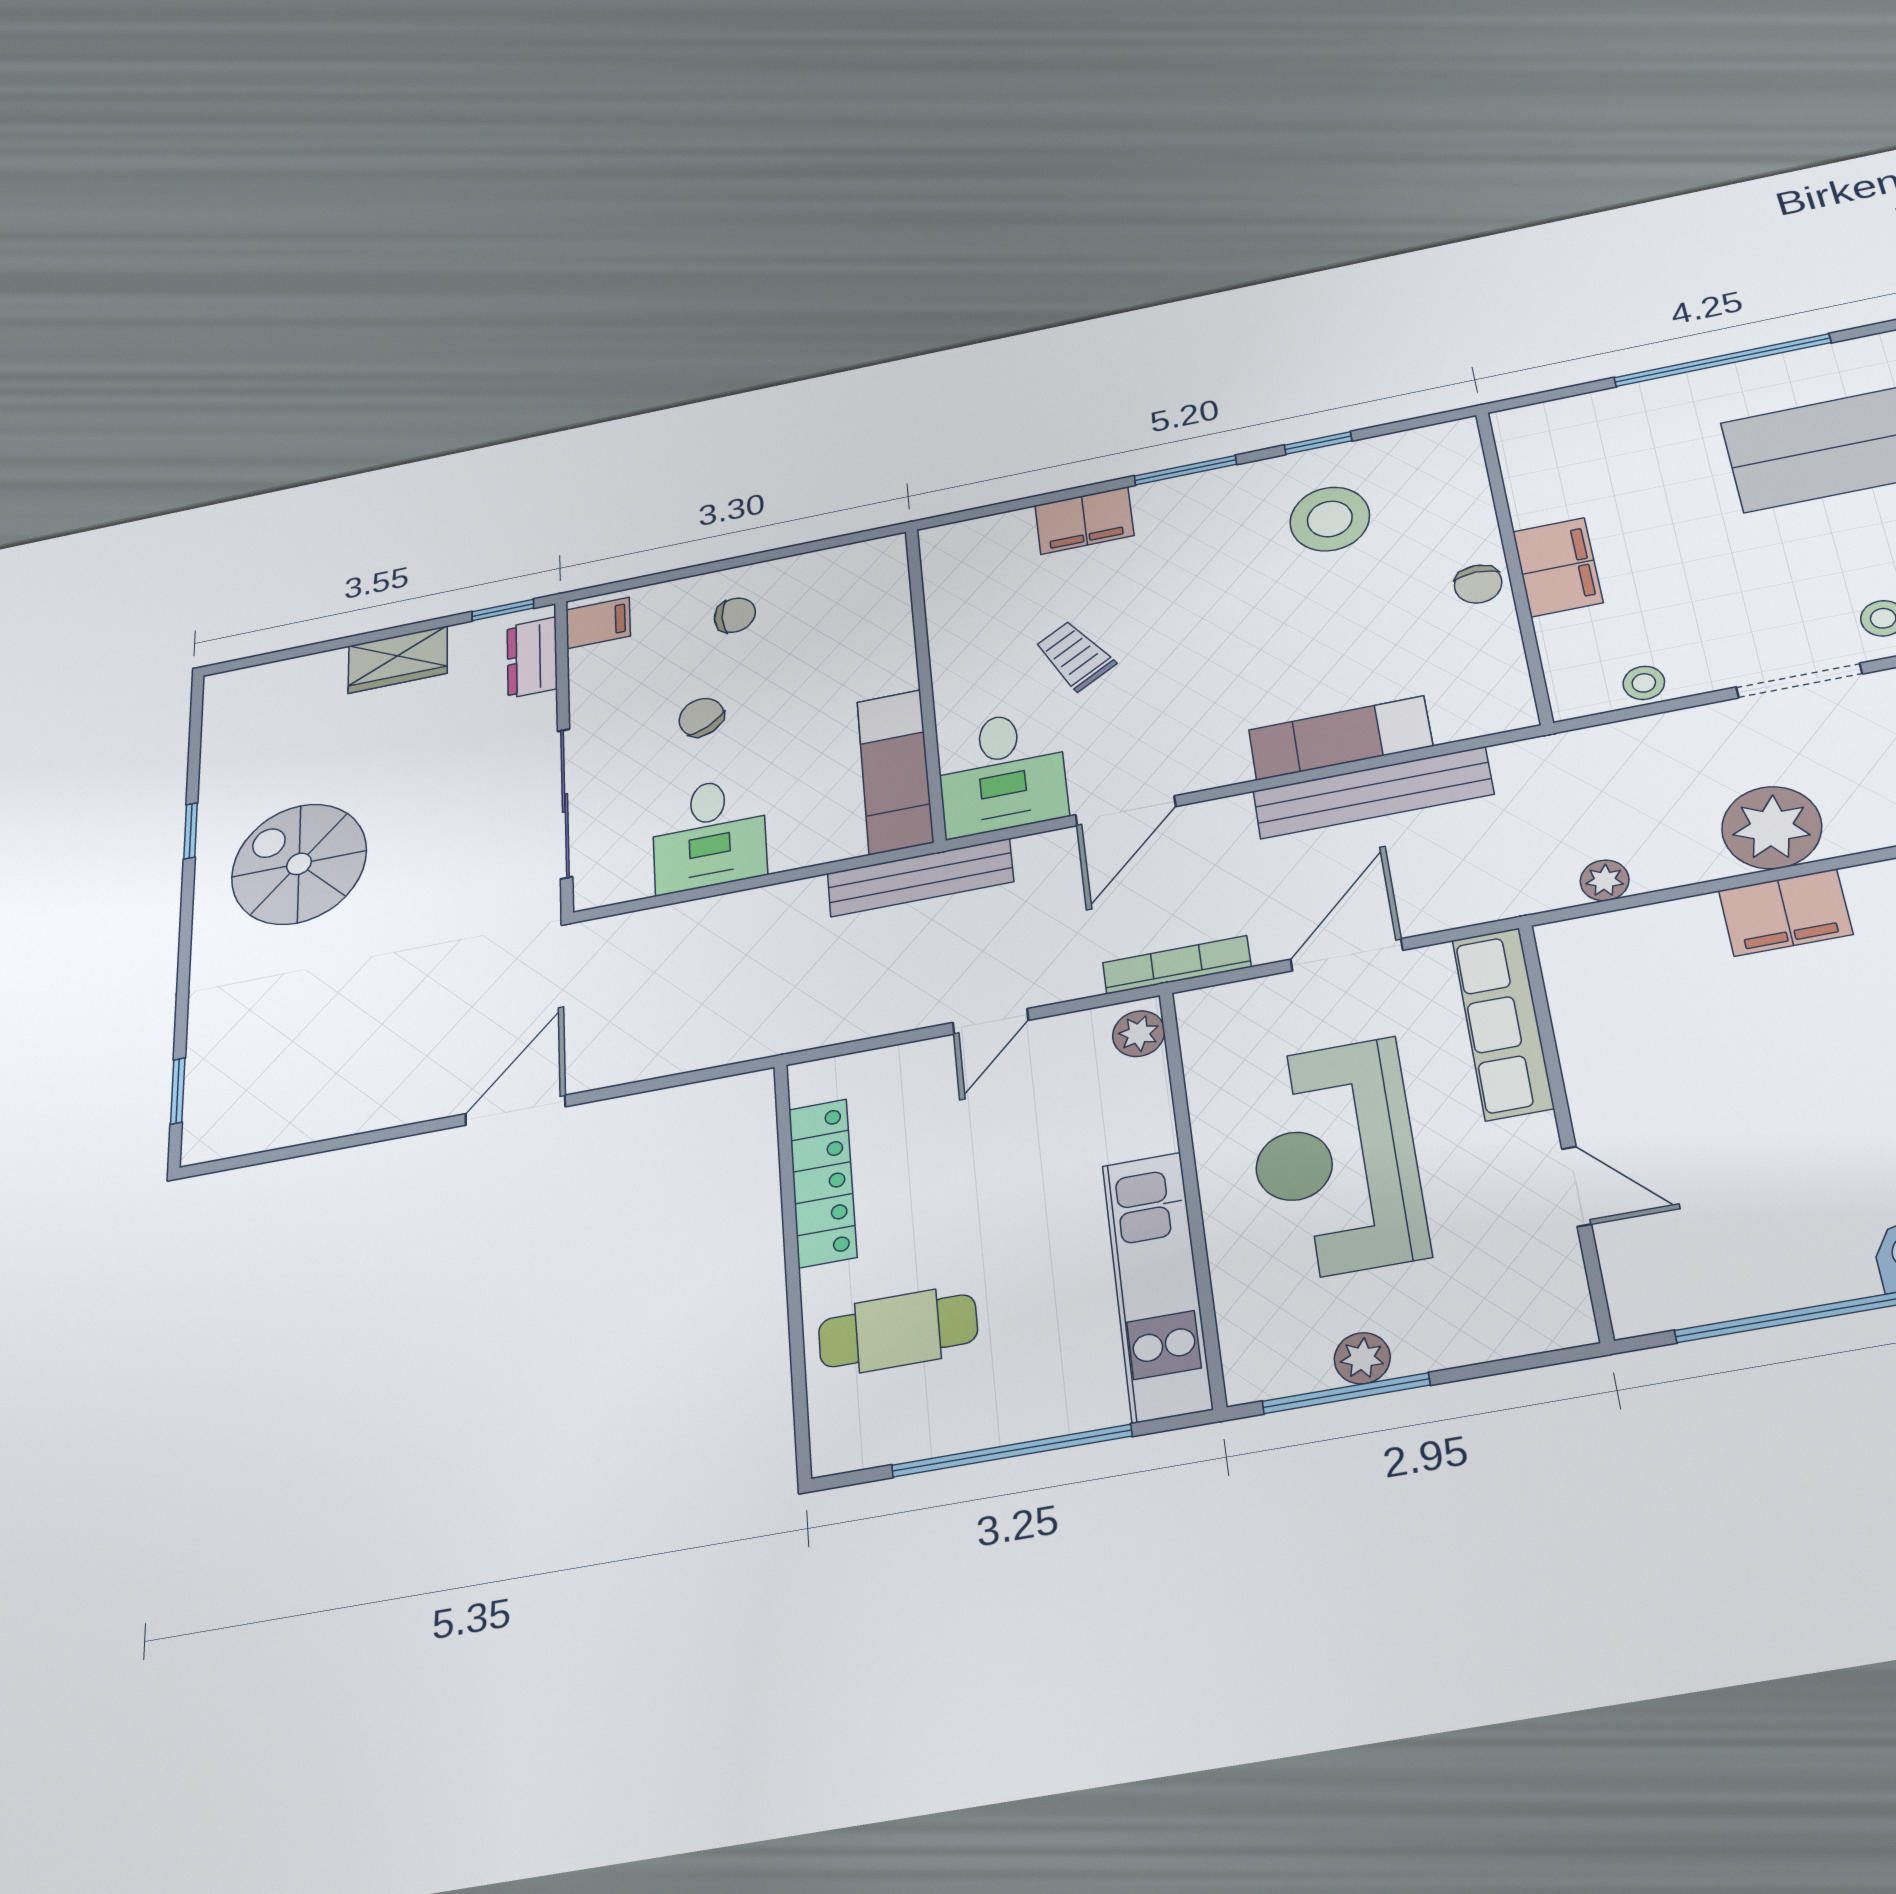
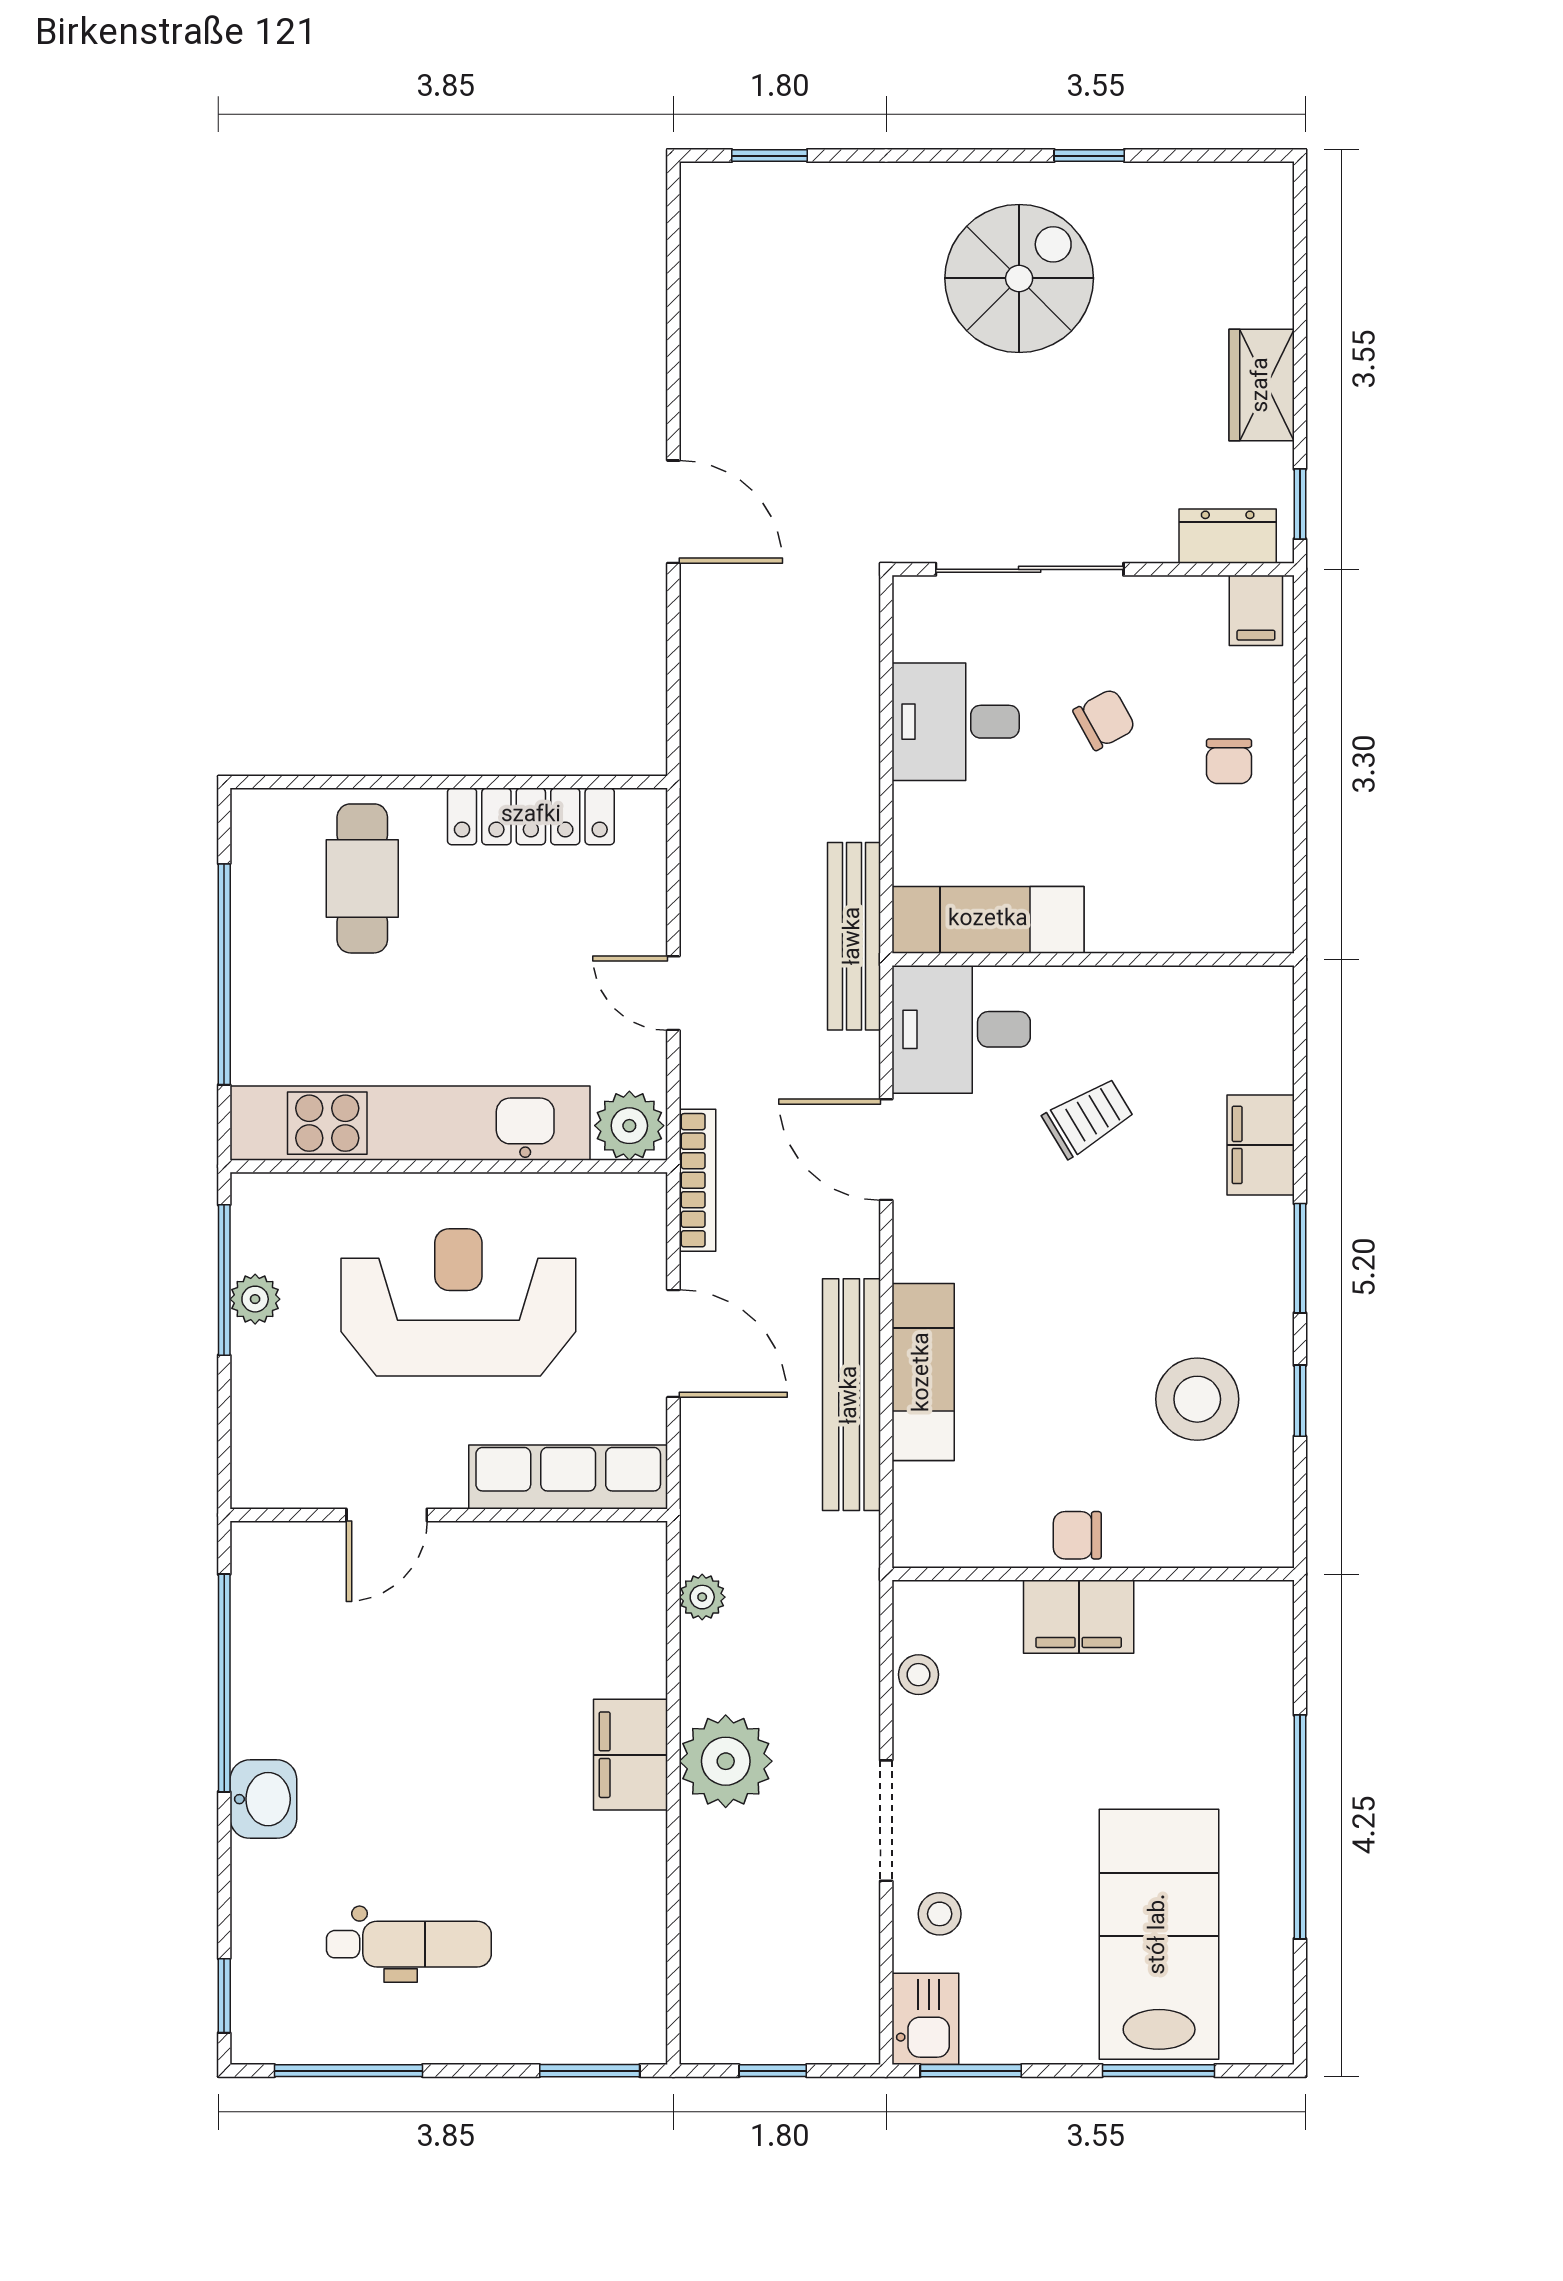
plant: (1139, 1034) -> (629, 1126), width x1.38, depth x1.38
kitchen unit: (1157, 1285) -> (410, 1123), width x1.36

